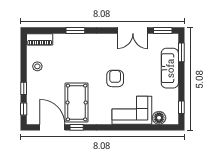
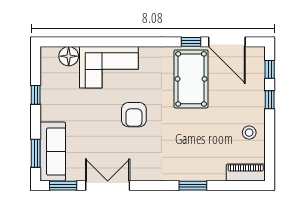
sofa: (170, 68) -> (53, 151), moved
window: (181, 107) -> (36, 95), moved

